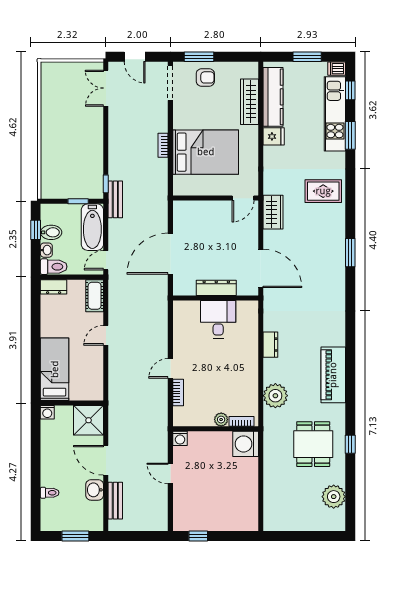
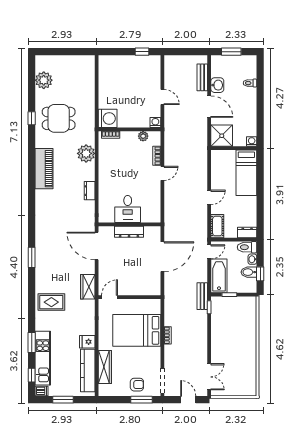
armchair: (205, 77) -> (137, 385), turned 180
plant: (221, 420) -> (143, 136), moved
dining table: (313, 444) -> (59, 118), turned 90

